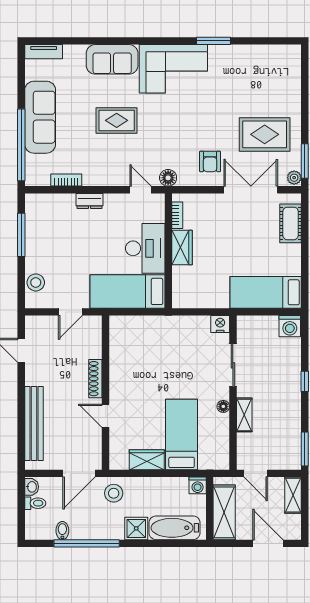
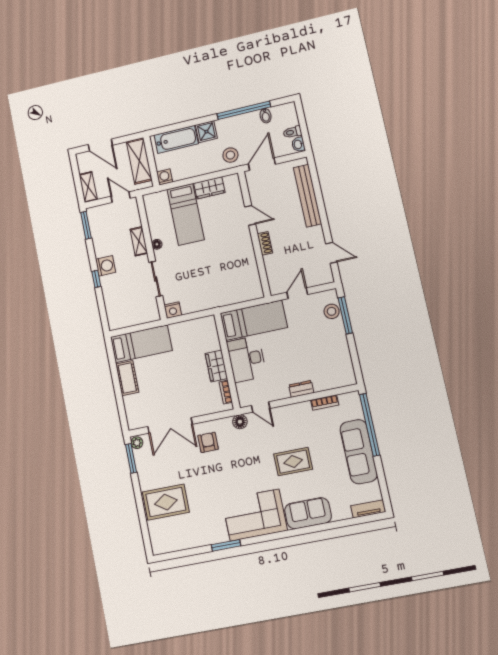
rug: (265, 134) -> (166, 502), moved
cot: (291, 223) -> (127, 378), moved
window: (21, 235) -> (345, 315), moved
washing machine: (290, 326) -> (106, 266), moved, turned 90
shoe rack: (95, 379) -> (265, 243), width x0.70

